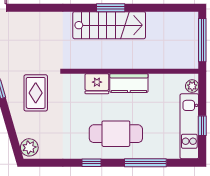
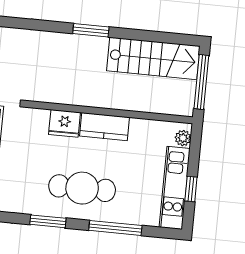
stairs: (109, 25) -> (153, 58), moved
window: (91, 163) -> (48, 221), width x1.50

